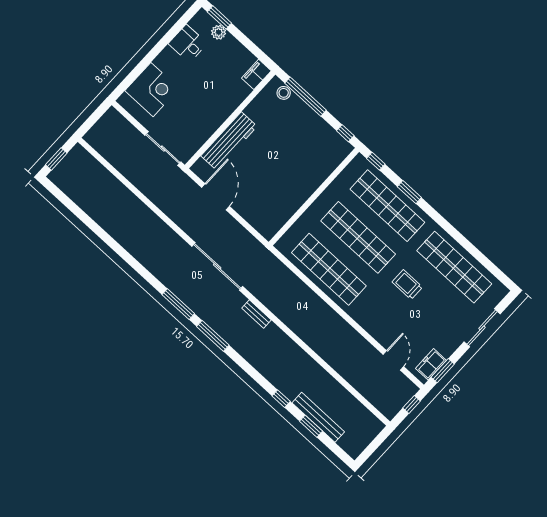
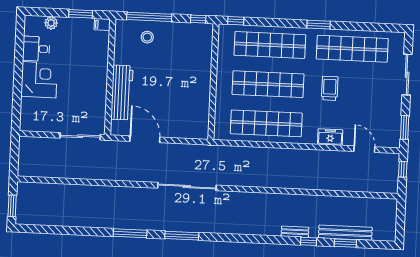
window: (219, 17) -> (81, 14), moved
filing cabinet: (256, 74) -> (102, 24), width x0.50
corner desk: (152, 90) -> (39, 80), moved
stool: (284, 93) -> (147, 37), moved
window: (409, 192) -> (319, 25), moved
trolley: (407, 285) -> (330, 88), turned 90
bench: (256, 314) -> (295, 232), moved
window: (213, 336) -> (130, 233), moved
freezer: (431, 364) -> (330, 137), moved, turned 90

